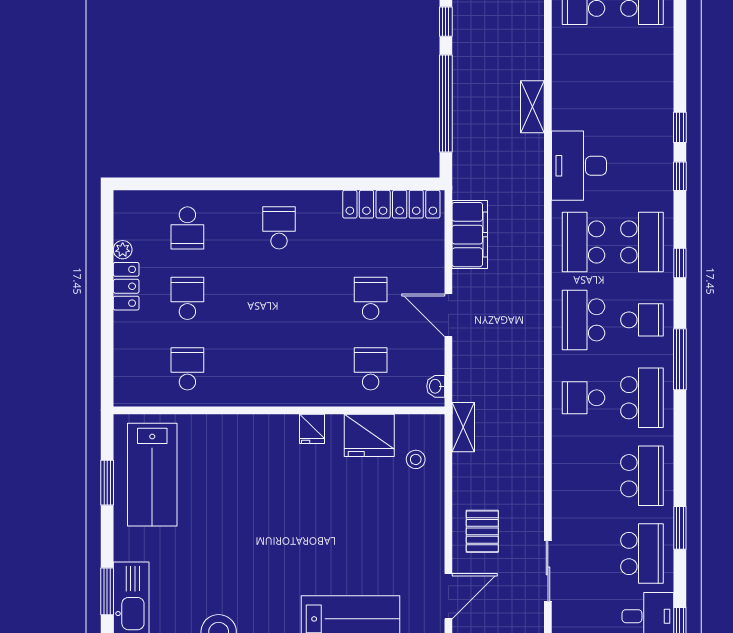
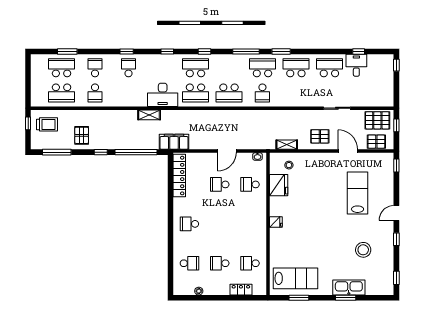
shelving: (532, 107) -> (149, 115), moved
window: (680, 127) -> (127, 51), moved
filing cabinet: (470, 235) -> (174, 142), moved
locker: (126, 286) -> (241, 290), moved
school desk: (642, 320) -> (129, 68), moved
shelving: (463, 427) -> (287, 145), moved
fridge: (312, 429) -> (276, 222), moved
window: (680, 528) -> (281, 51), moved

